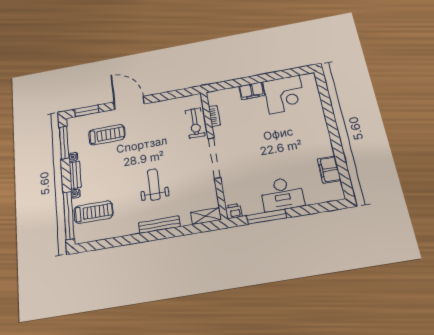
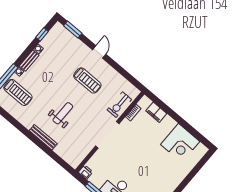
filing cabinet: (252, 91) -> (156, 112), moved
door: (129, 103) -> (99, 52), width x0.53
treadmill: (107, 135) -> (87, 80), moved
window: (64, 143) -> (42, 34), width x0.46
shelving: (206, 216) -> (70, 159), removed

